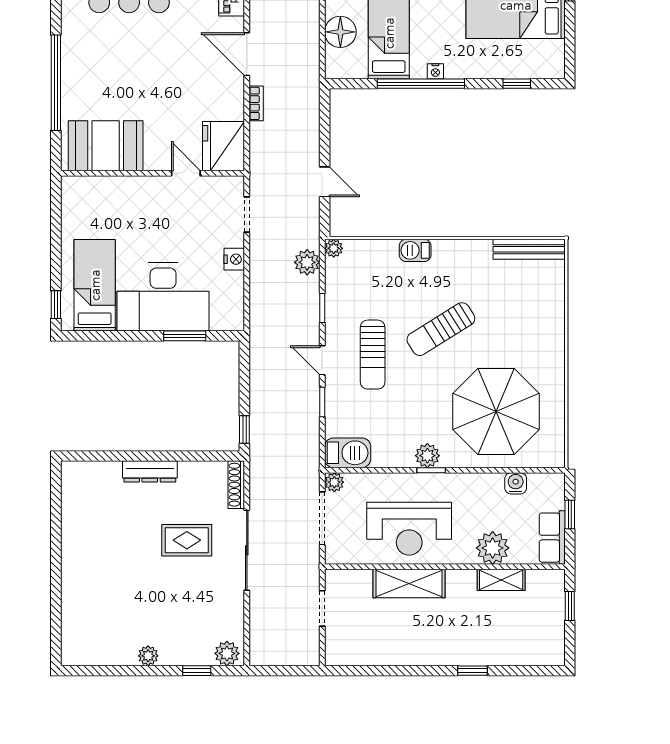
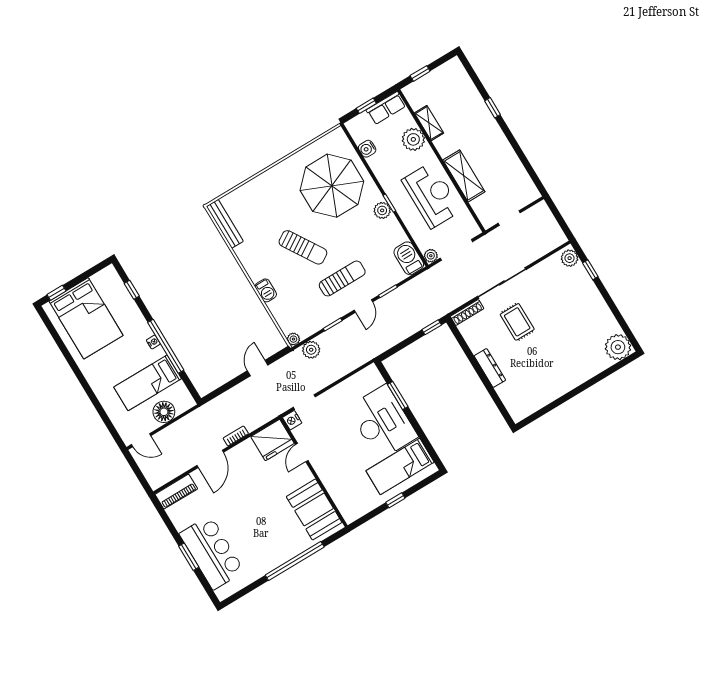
nightstand: (234, 259) -> (292, 420), moved, turned -90
window: (56, 305) -> (395, 500), moved
plant: (148, 656) -> (618, 347), moved, width x1.88, depth x1.88

